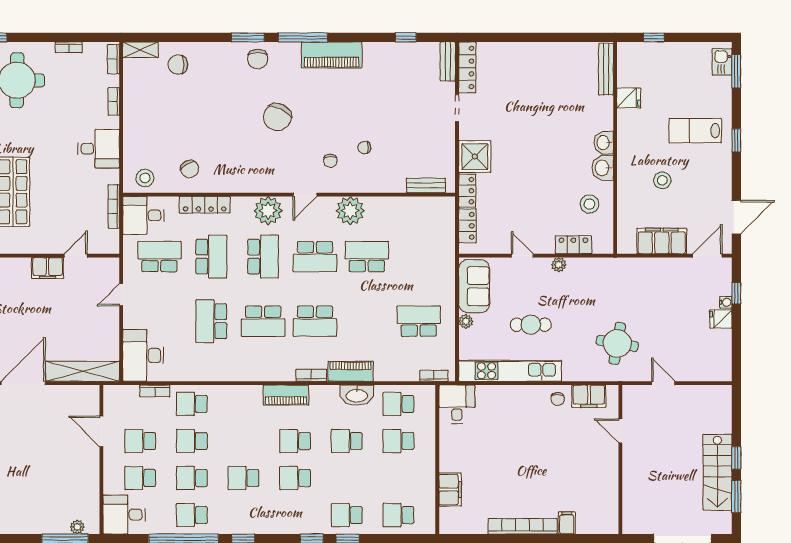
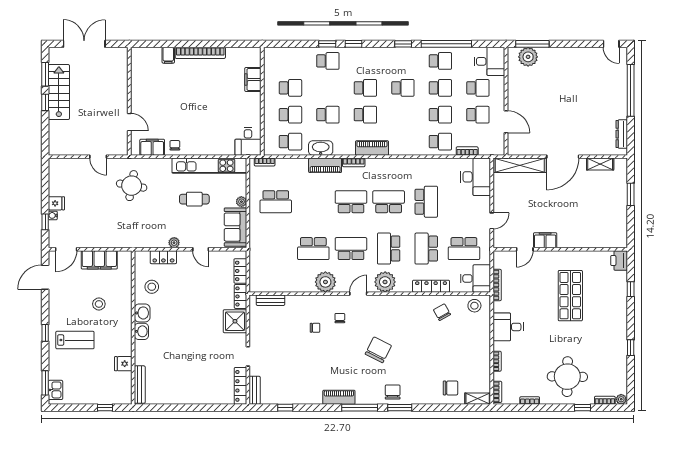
piano: (332, 55) -> (339, 397), width x0.73, depth x0.75
school desk: (398, 515) -> (290, 88), moved
plant: (77, 527) -> (528, 57), width x1.87, depth x1.87

